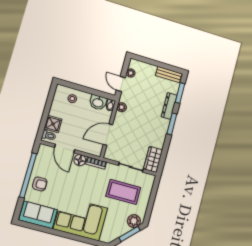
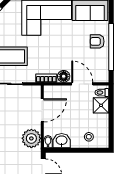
plant: (122, 107) -> (31, 138), width x1.88, depth x1.88

